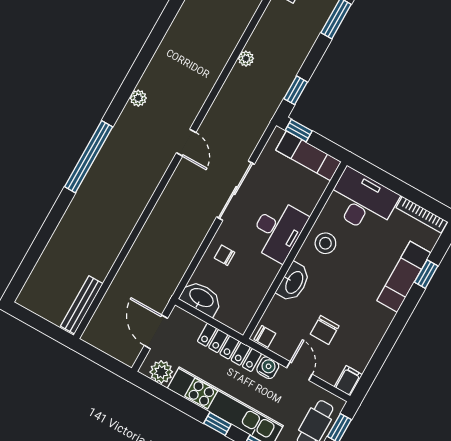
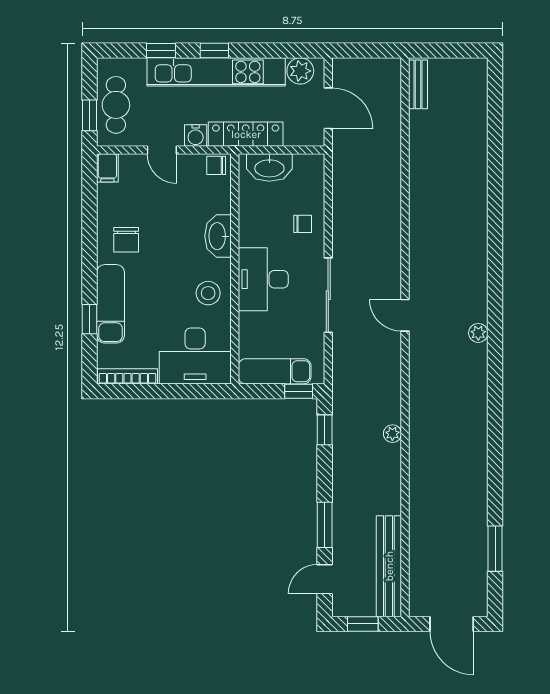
window: (89, 157) -> (495, 246), removed
washbasin: (201, 298) -> (269, 168), moved
bench: (82, 305) -> (418, 84), width x0.73
chair: (325, 330) -> (126, 240), moved, turned 180

